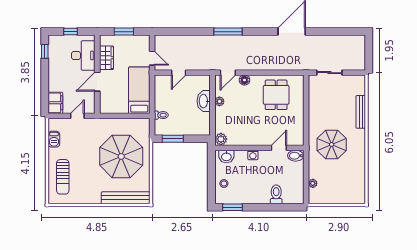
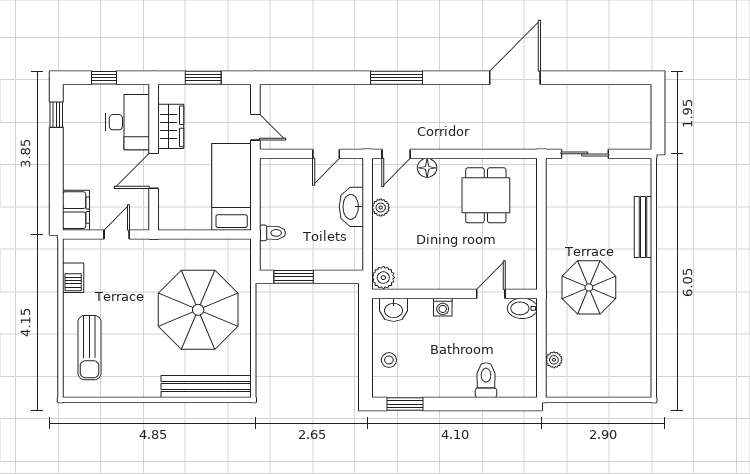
door: (179, 73) -> (326, 154), moved

